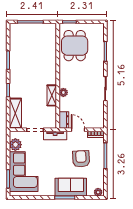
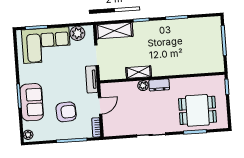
dining table: (75, 46) -> (197, 110), moved
dresser: (64, 120) -> (159, 85), moved

